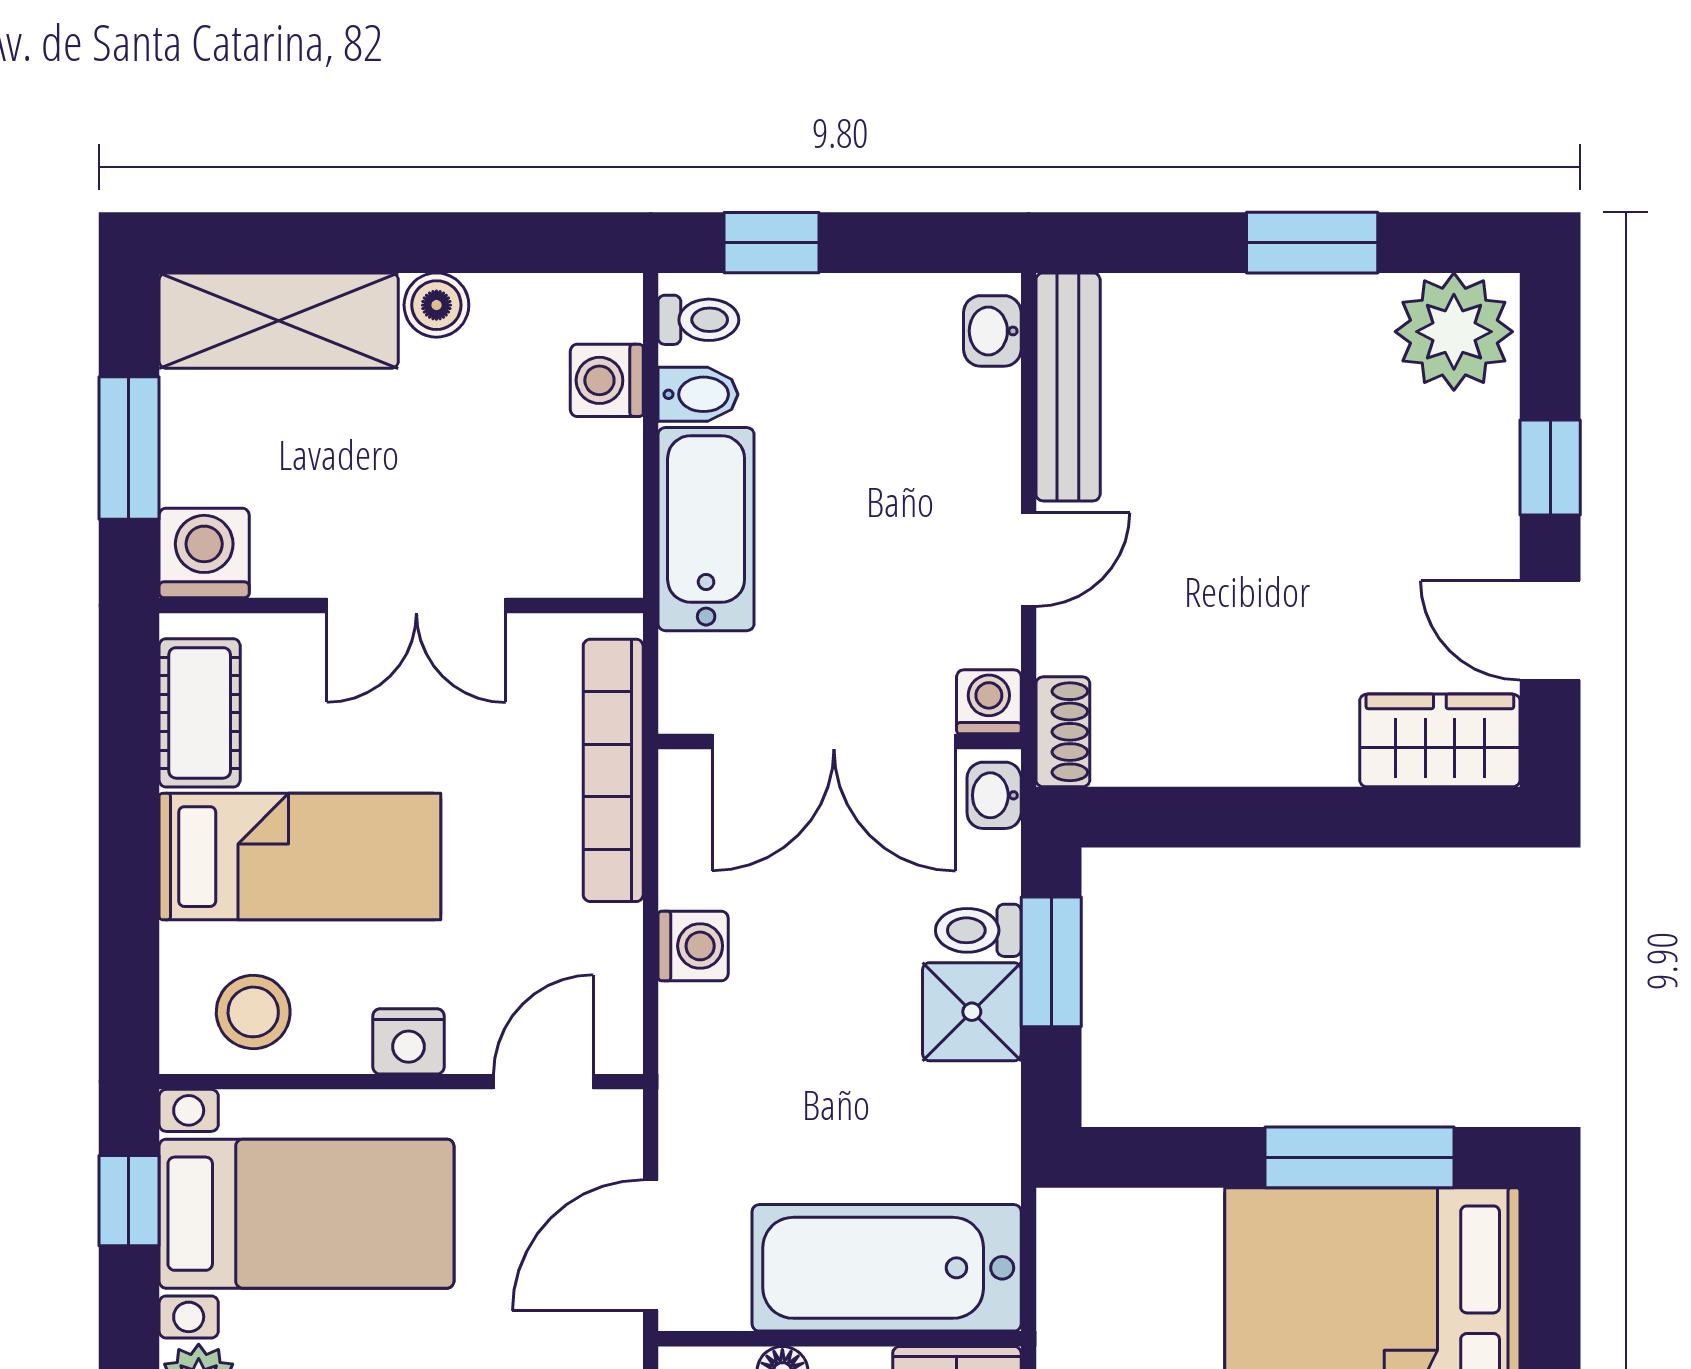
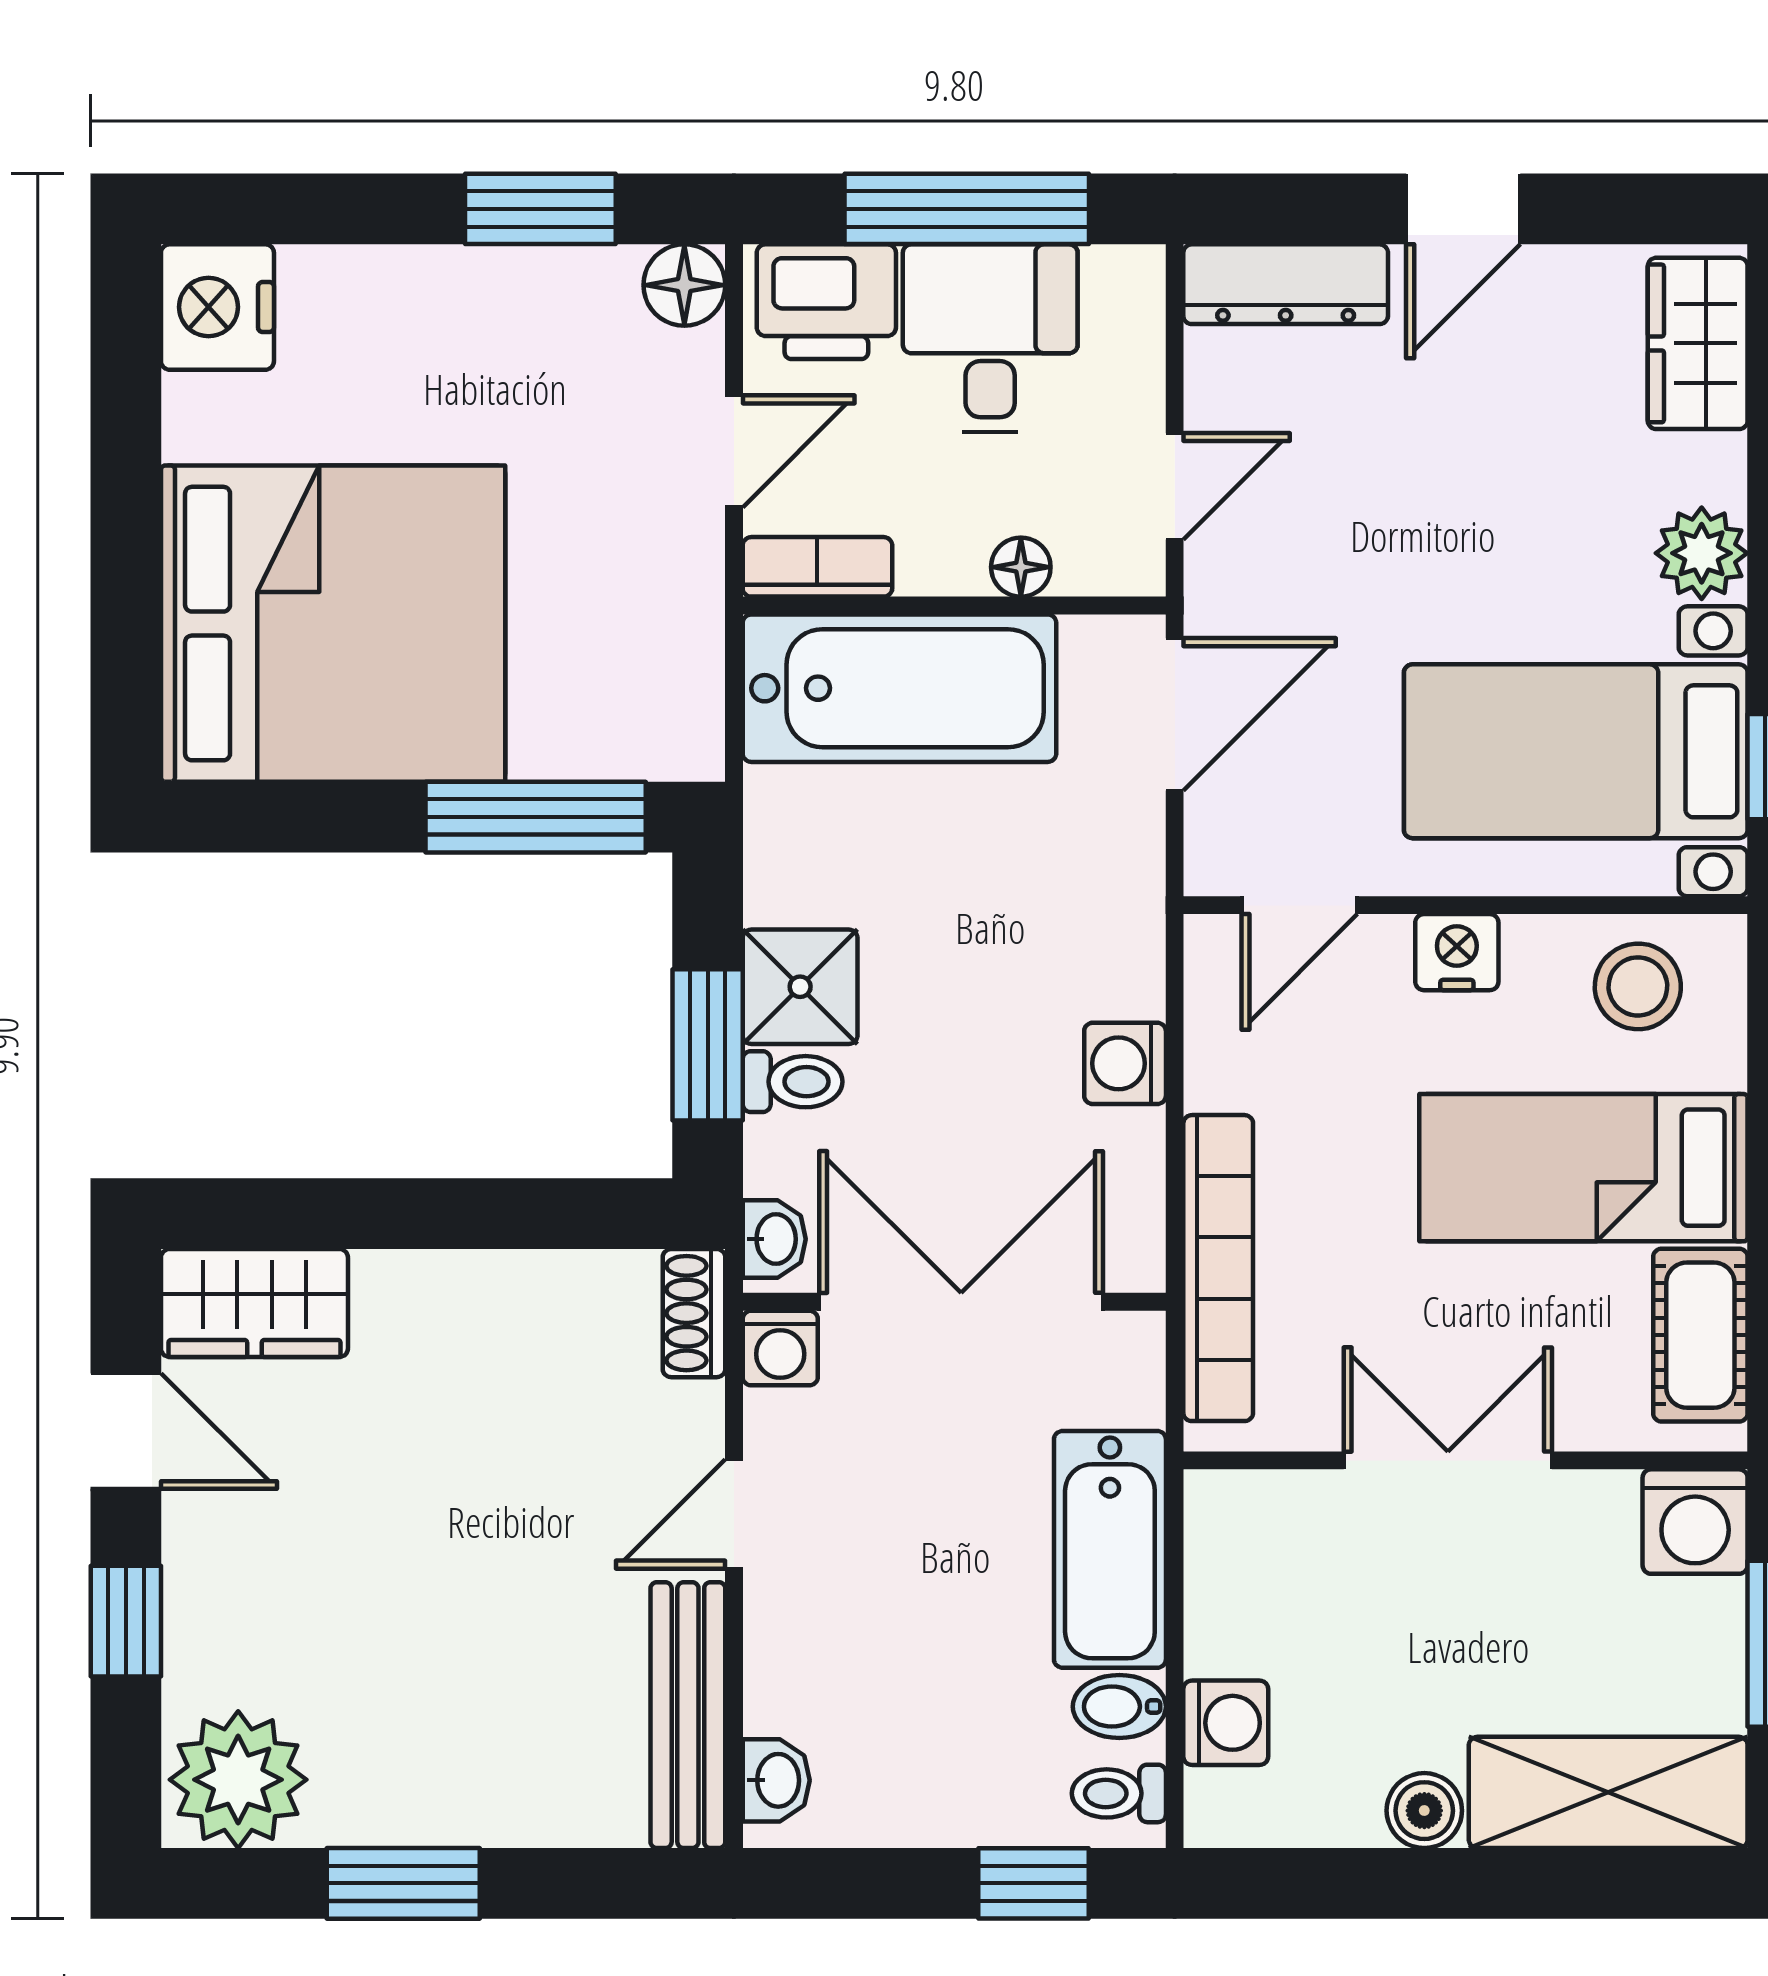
window: (1359, 1157) -> (536, 817), moved

